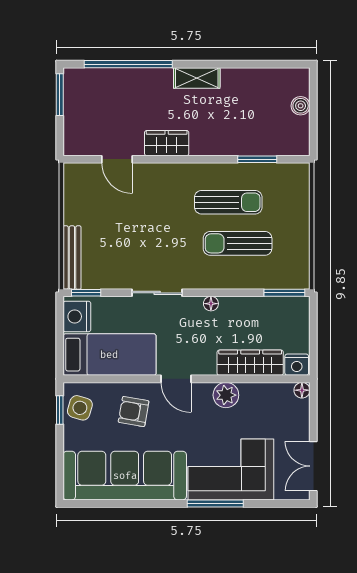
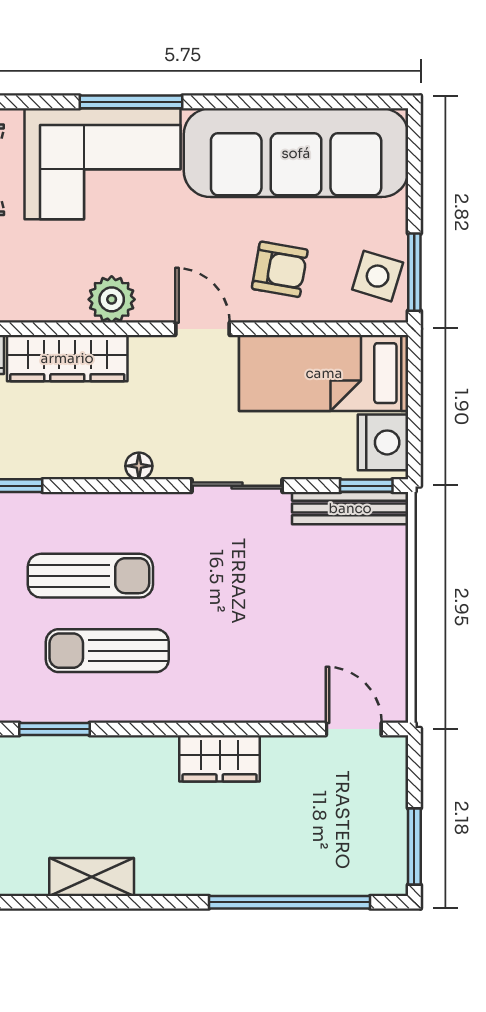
shelving: (197, 78) -> (92, 877), moved
door: (117, 159) -> (354, 729), moved
bench: (72, 258) -> (350, 508), moved, turned 90
window: (60, 410) -> (414, 272), width x1.50

